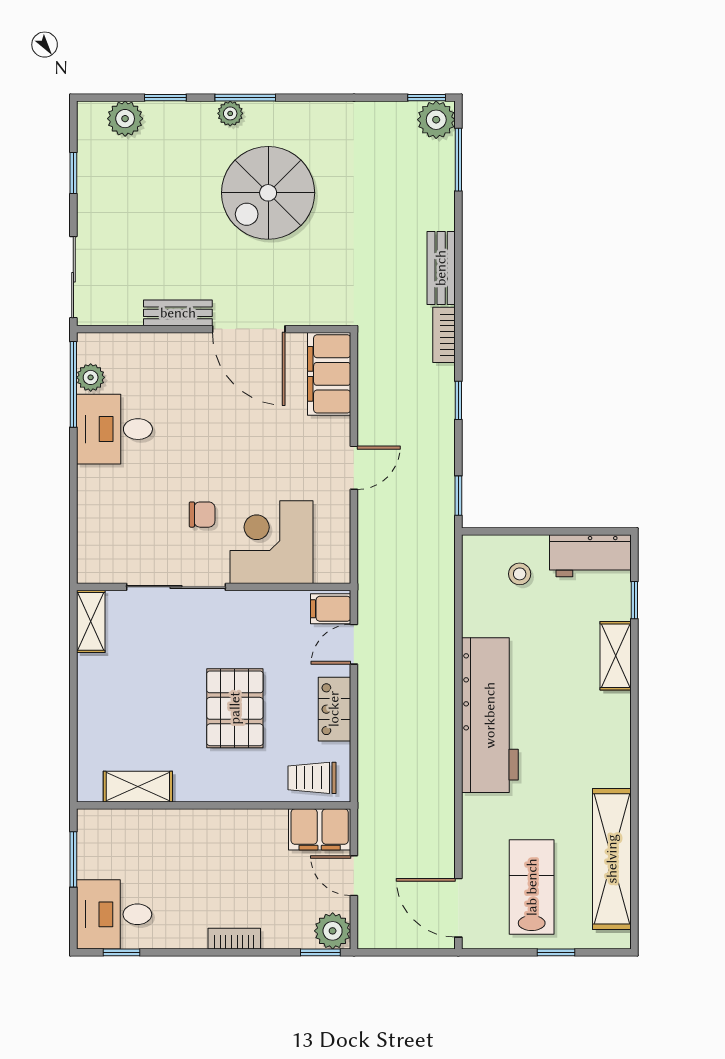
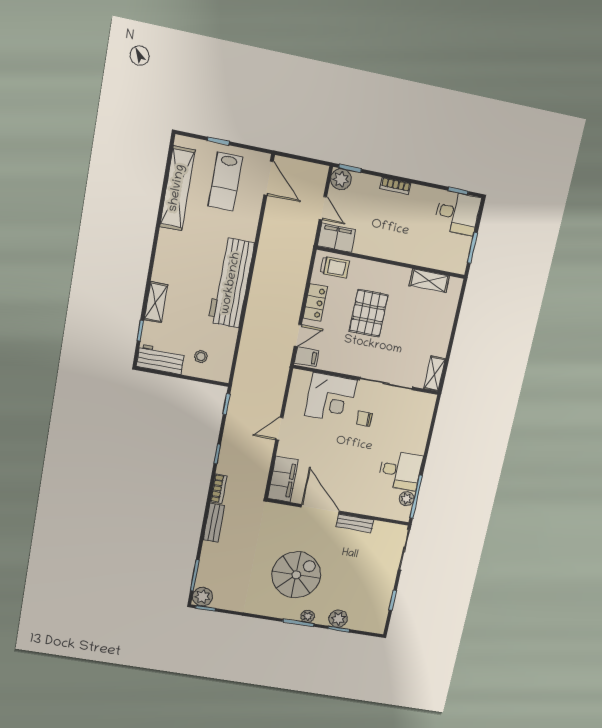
plant: (125, 119) -> (338, 619), moved

